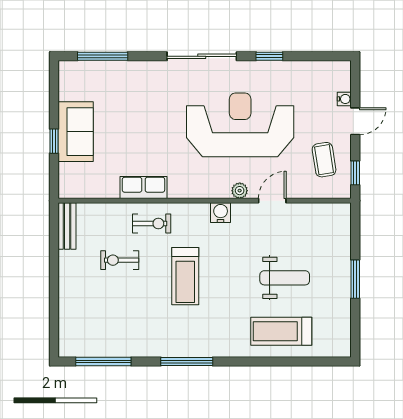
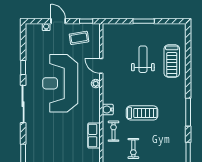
water cooler: (221, 213) -> (108, 110), moved

